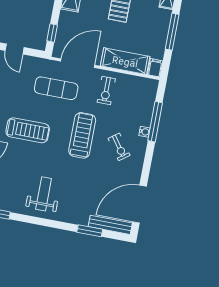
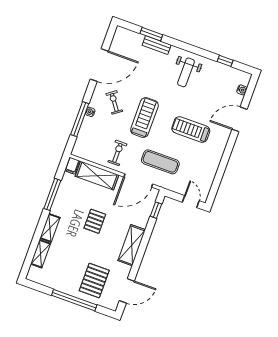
treadmill: (82, 135) -> (144, 118), turned 180
door: (140, 204) -> (99, 65), moved
bench: (110, 225) -> (157, 45), moved, width x0.73

